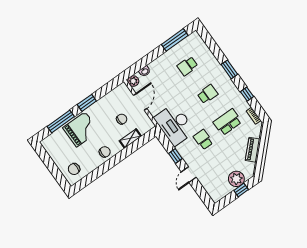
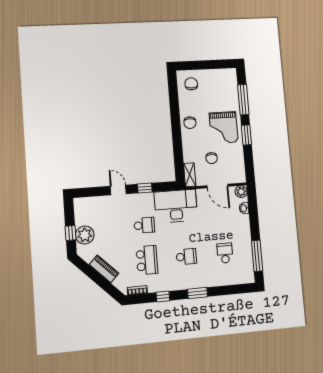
school desk: (207, 94) -> (186, 257), turned -90
grand piano: (81, 129) -> (224, 128), moved
shelving: (130, 138) -> (190, 175), moved

